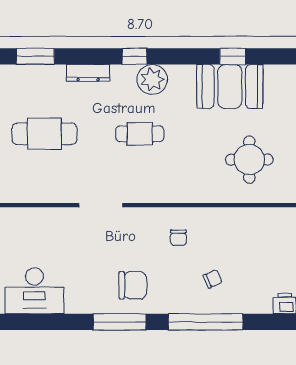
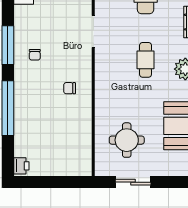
chair: (213, 279) -> (39, 113), removed
chair: (133, 285) -> (35, 55), width x0.54, depth x0.54

